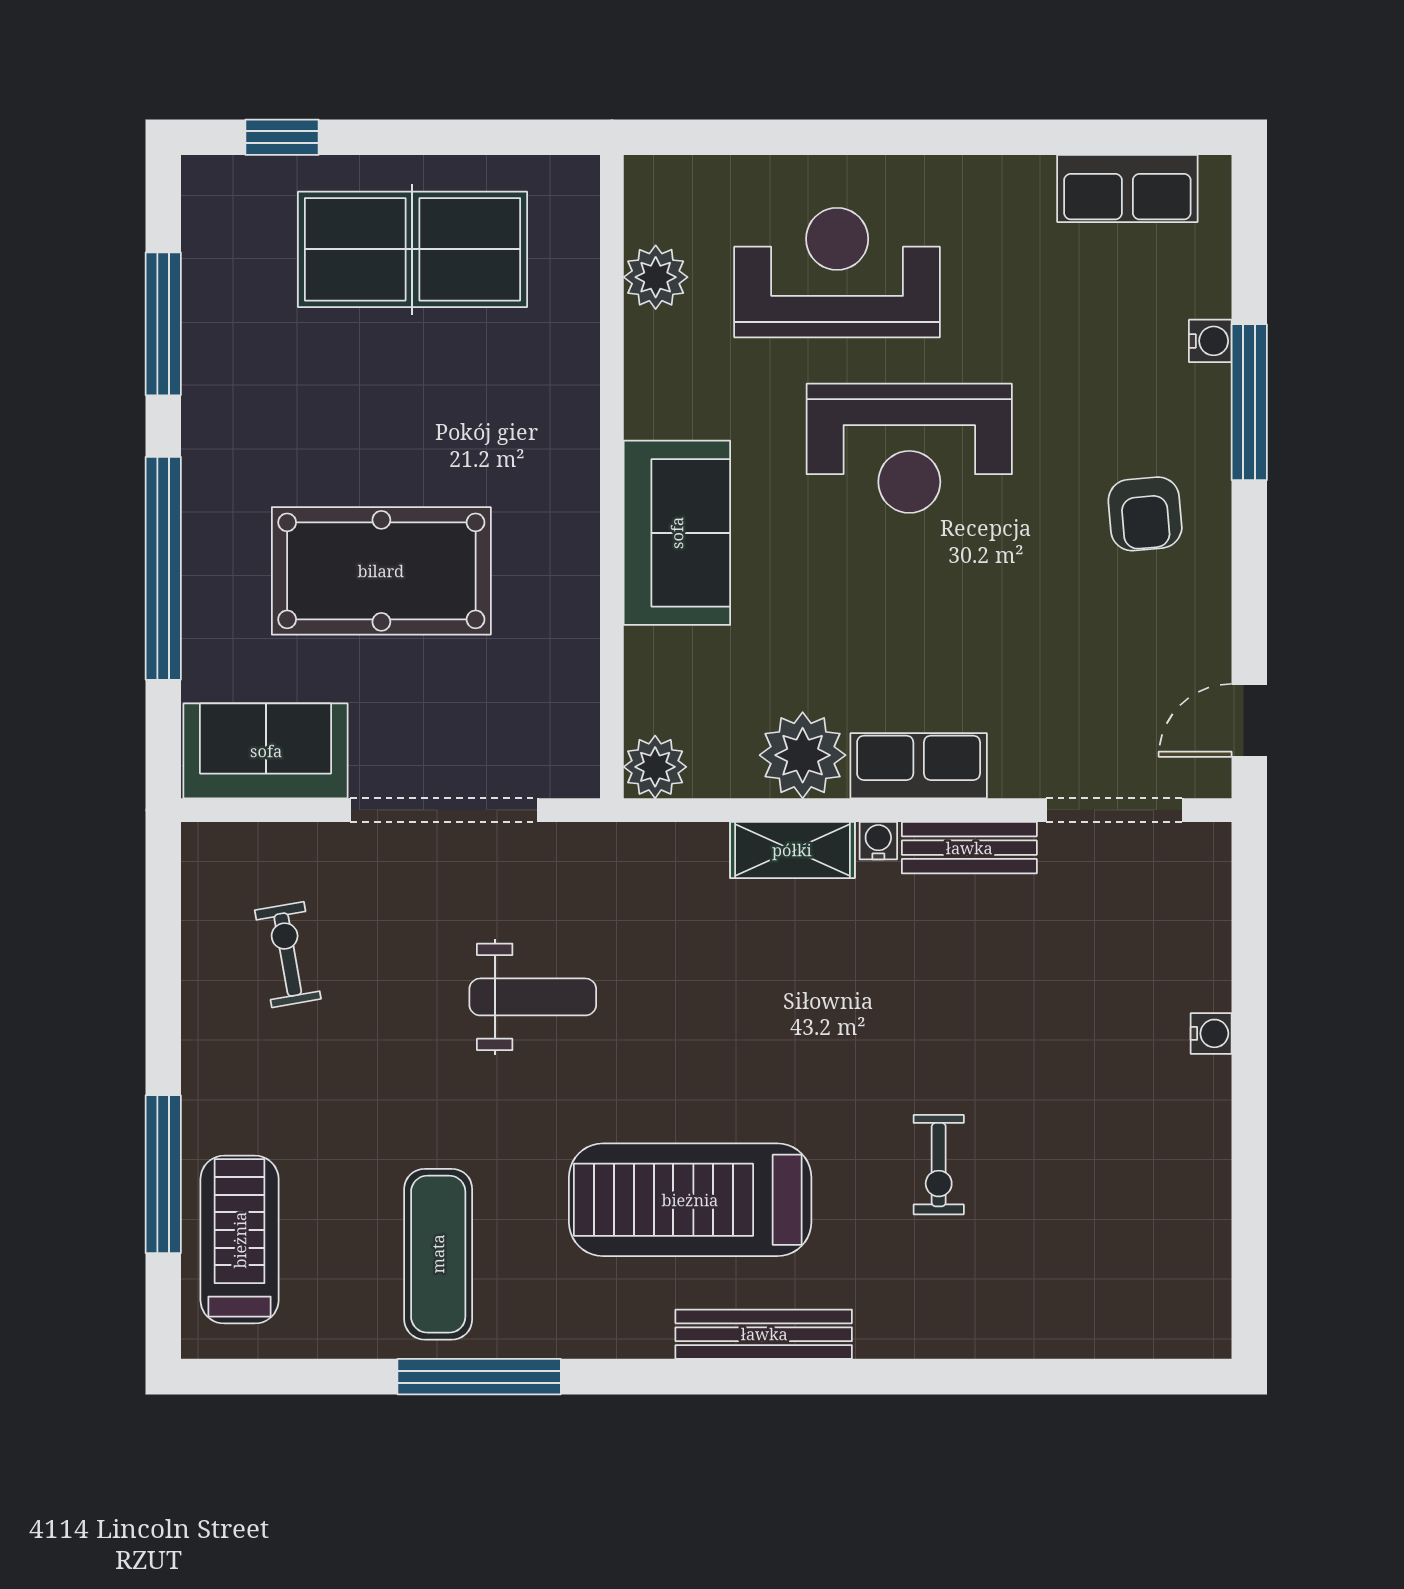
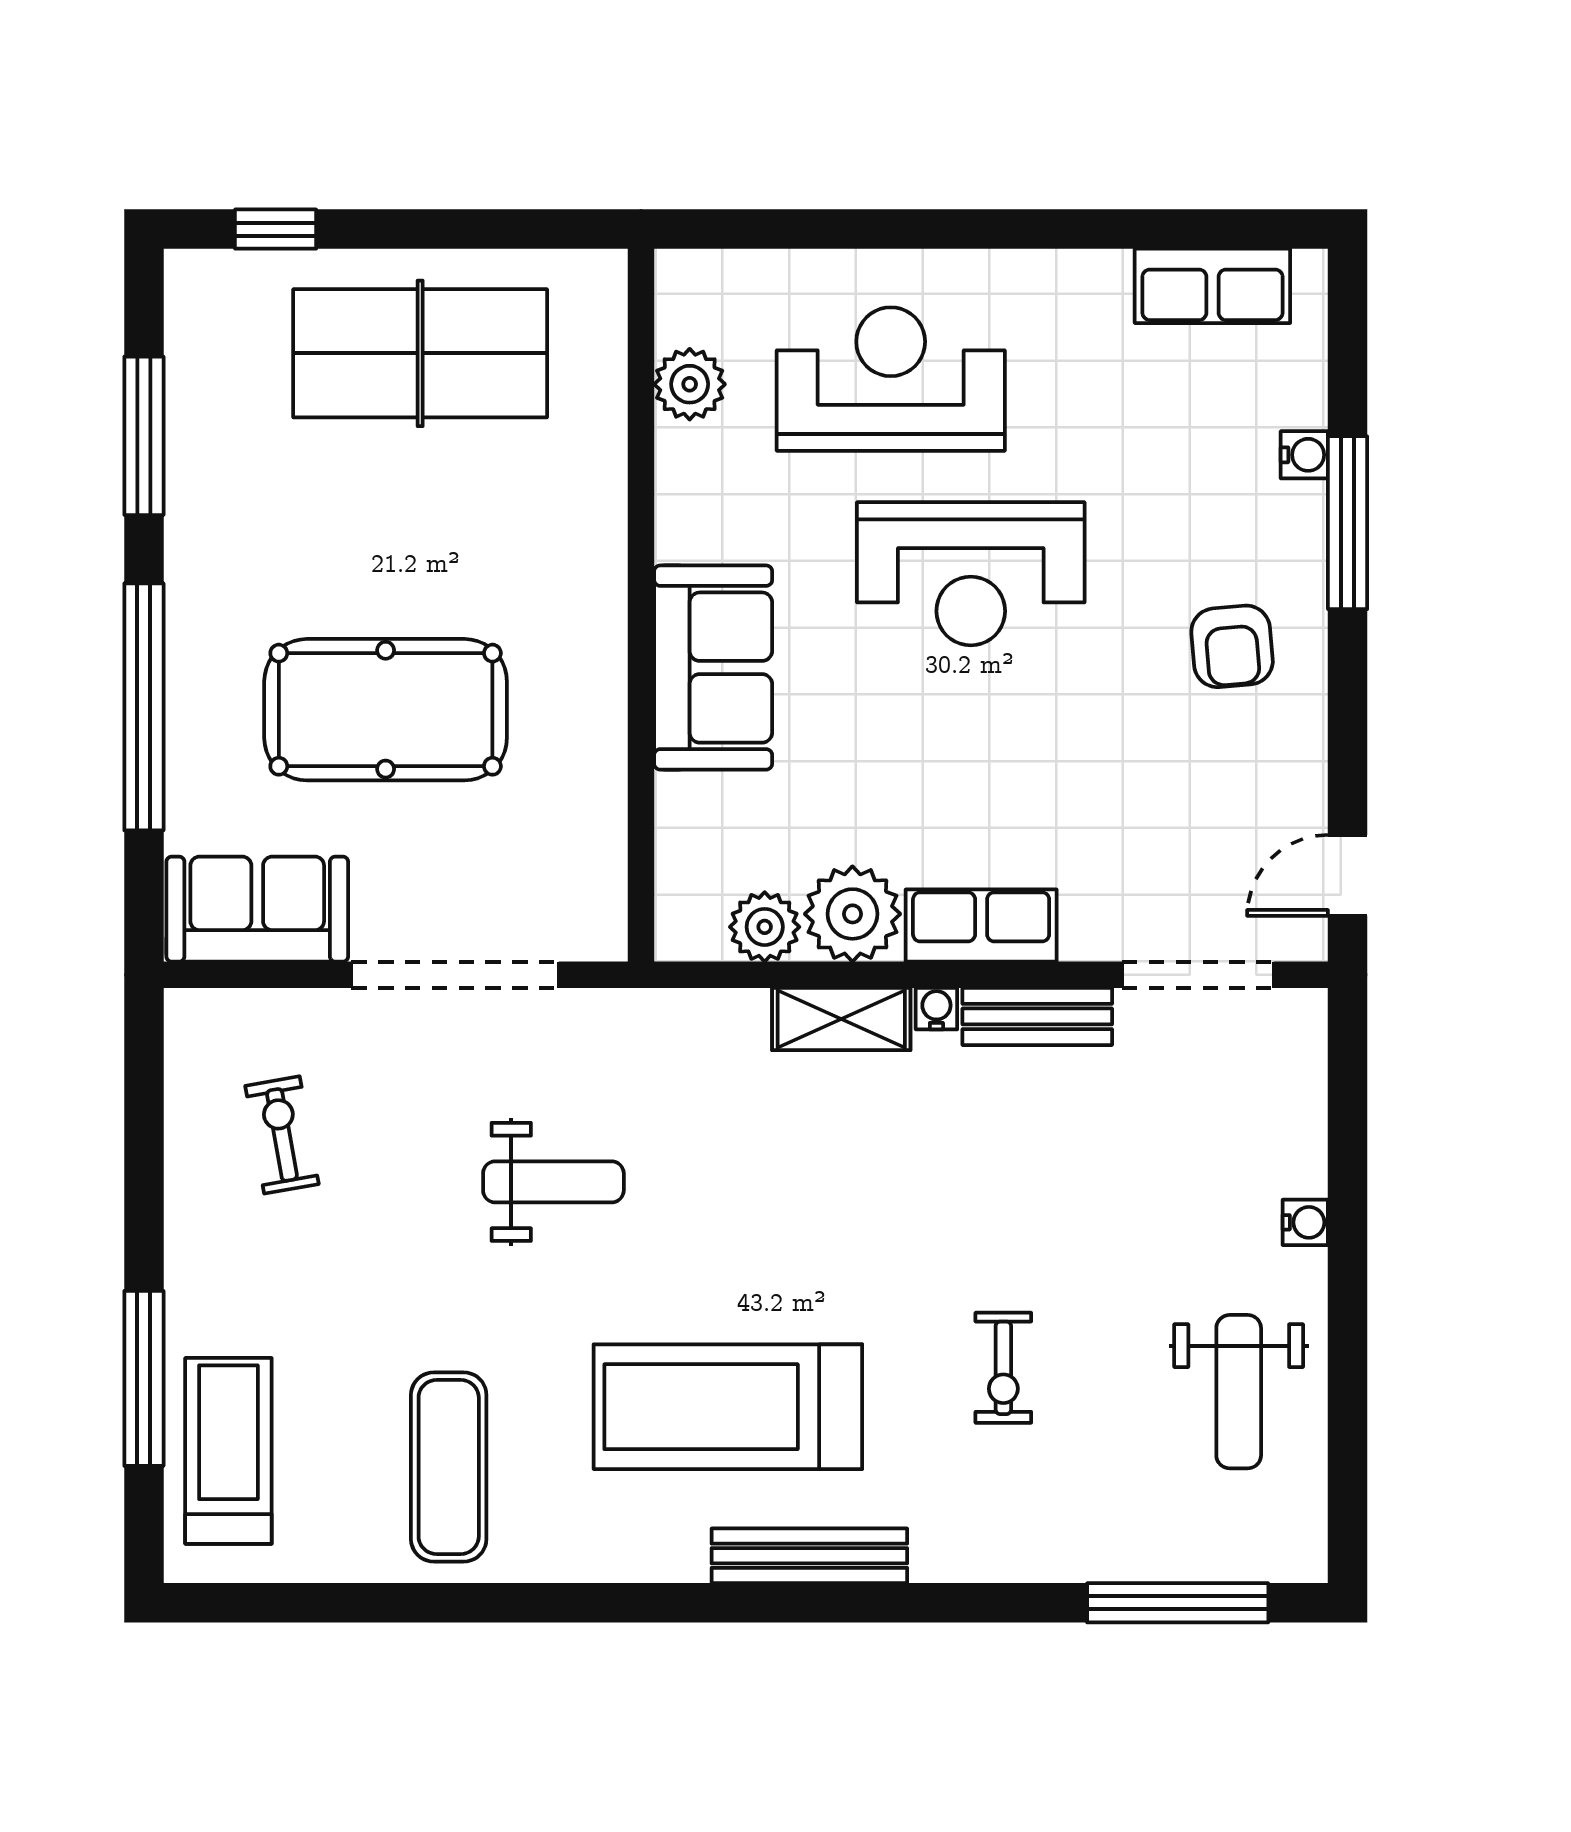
plant: (655, 767) -> (765, 927), moved
weight bench: (1151, 1186) -> (1239, 1392), added
window: (479, 1377) -> (1178, 1603), moved

